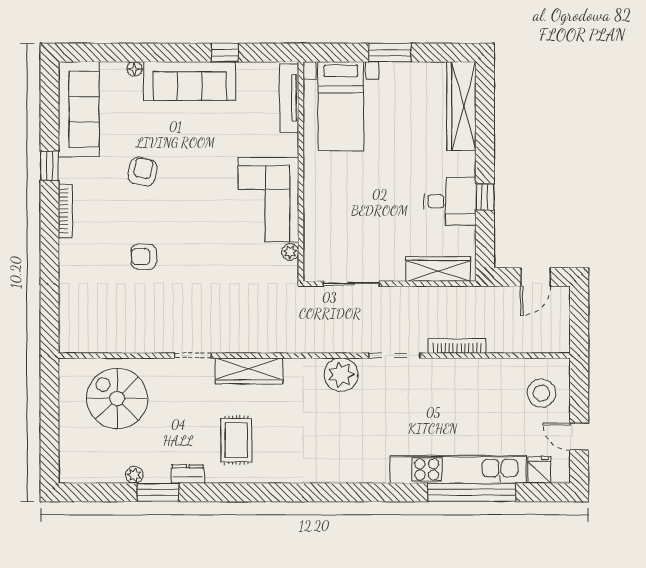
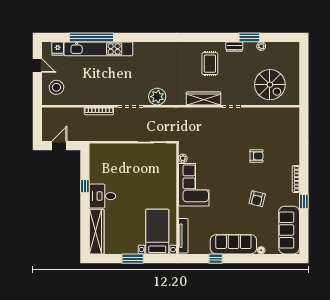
desk: (450, 201) -> (102, 196), moved
wardrobe: (438, 269) -> (108, 150), removed

